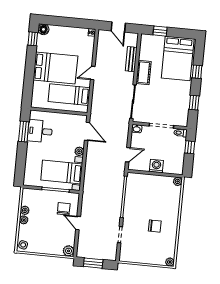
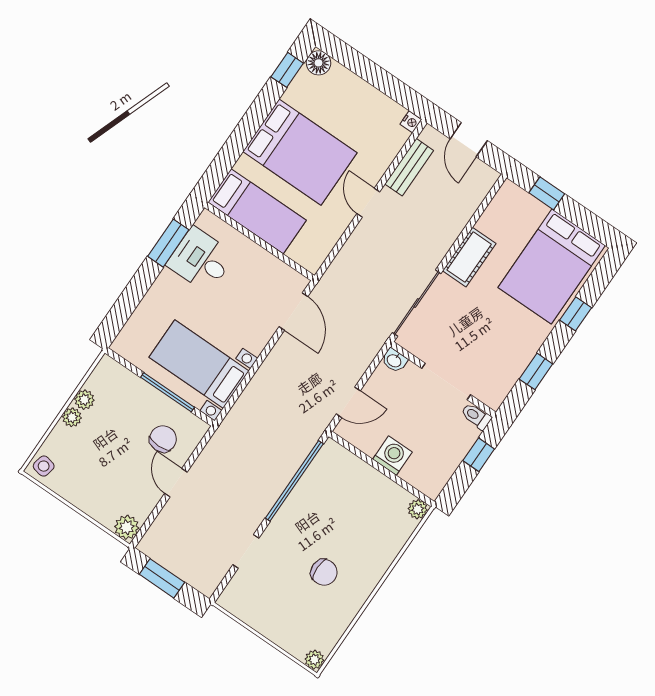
bench: (131, 59) -> (409, 167), moved
door: (93, 73) -> (368, 203), hinge flipped
bed: (69, 95) -> (257, 211), moved, turned 180
plant: (79, 151) -> (256, 343), removed

